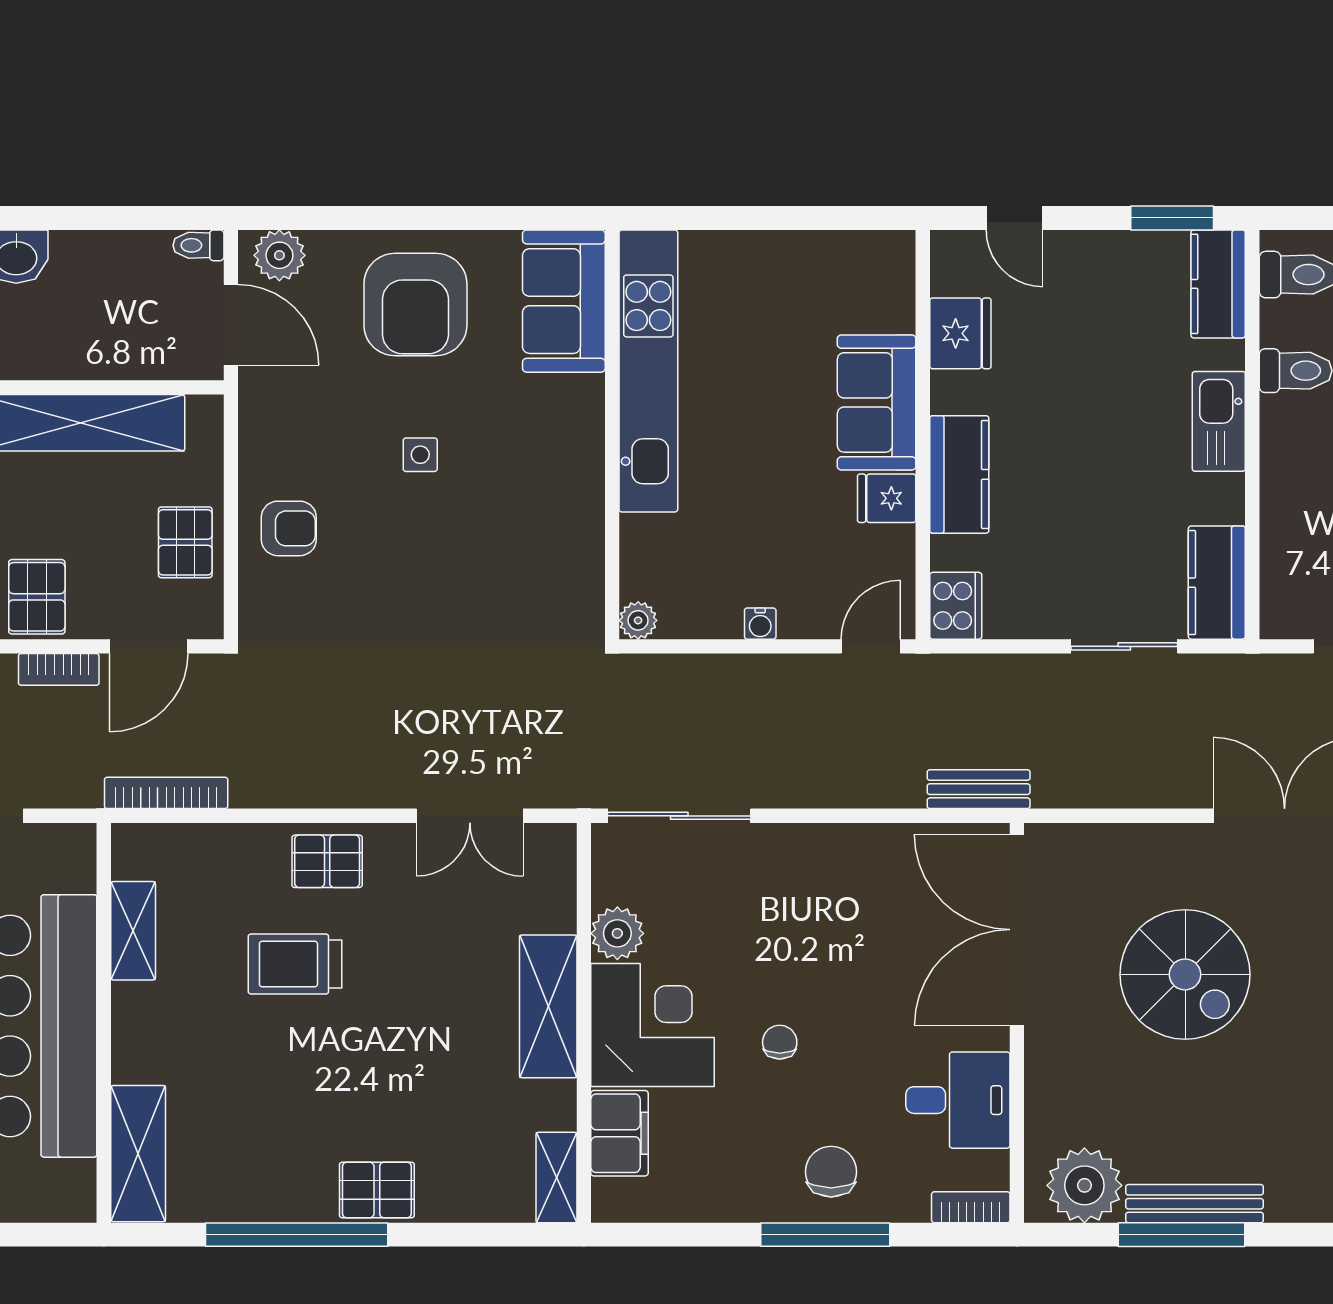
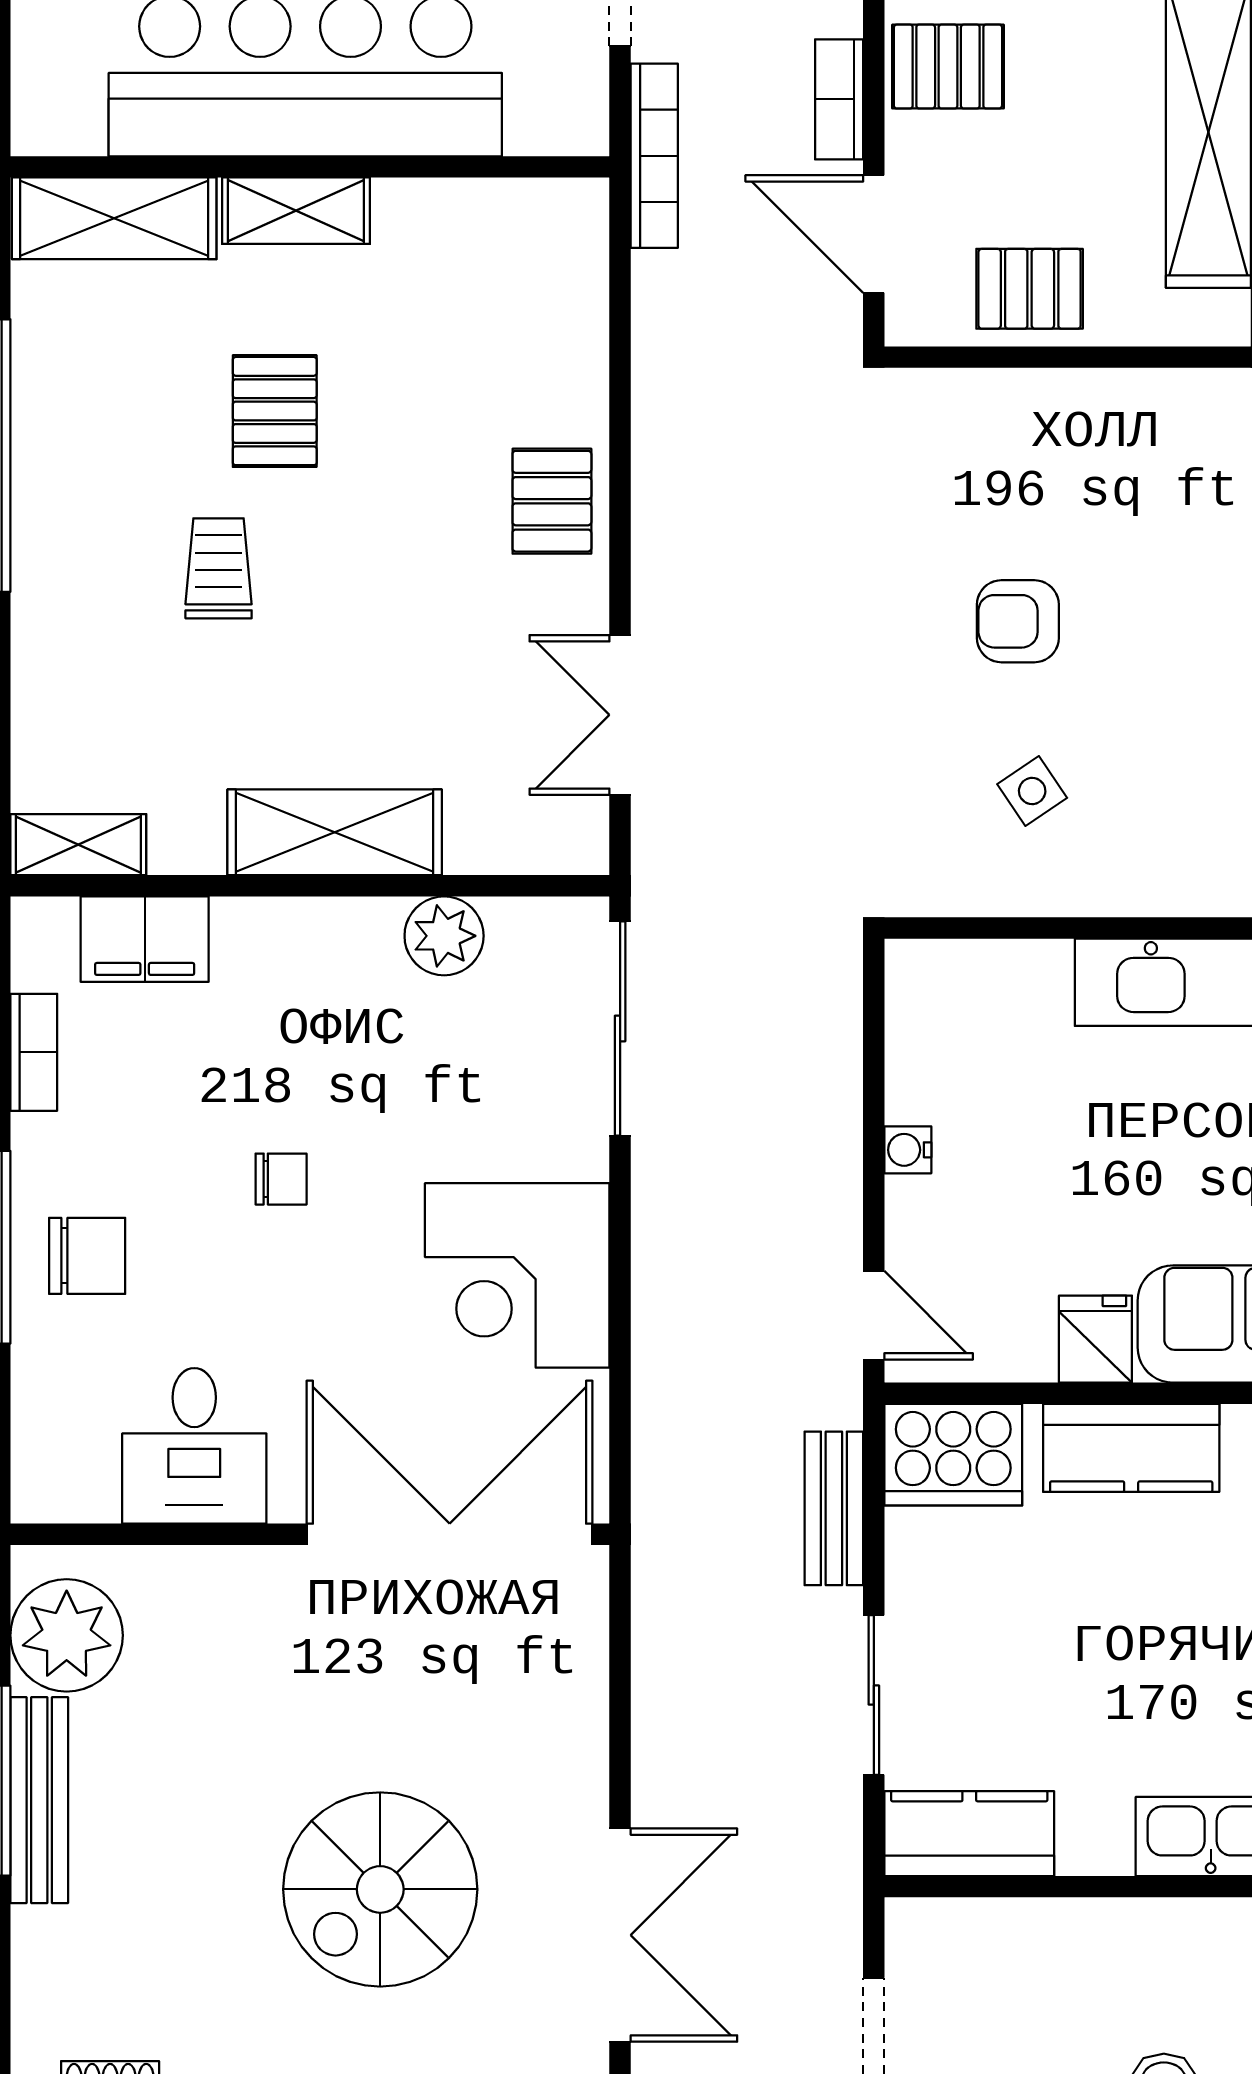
side table: (420, 455) -> (1032, 791), moved, turned -34
armchair: (289, 528) -> (1018, 621), moved, turned 90
cooker: (956, 606) -> (953, 1455), width x1.37, depth x1.31
plant: (638, 620) -> (913, 967), removed
bench: (979, 789) -> (834, 1508), moved
bookcase: (166, 793) -> (654, 156), moved
shelving: (133, 931) -> (296, 211), moved
trolley: (295, 964) -> (219, 568), moved, width x0.73, depth x0.72
spiral stairs: (1185, 974) -> (380, 1889), moved
corner desk: (653, 1025) -> (517, 1275), moved, turned 90
pallet: (377, 1190) -> (275, 411), moved
bookcase: (971, 1207) -> (34, 1052), moved

